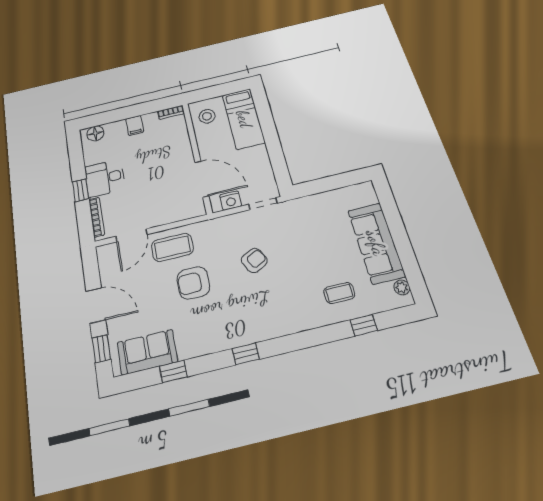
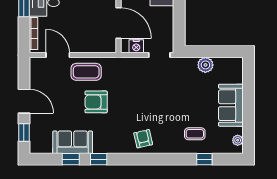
plant: (326, 201) -> (205, 65), added
door: (132, 235) -> (58, 55), swing flipped
sofa: (376, 243) -> (231, 105), width x0.73
armchair: (254, 260) -> (143, 139), moved, turned -76
sofa: (147, 352) -> (73, 142), moved
window: (246, 354) -> (99, 159), moved

